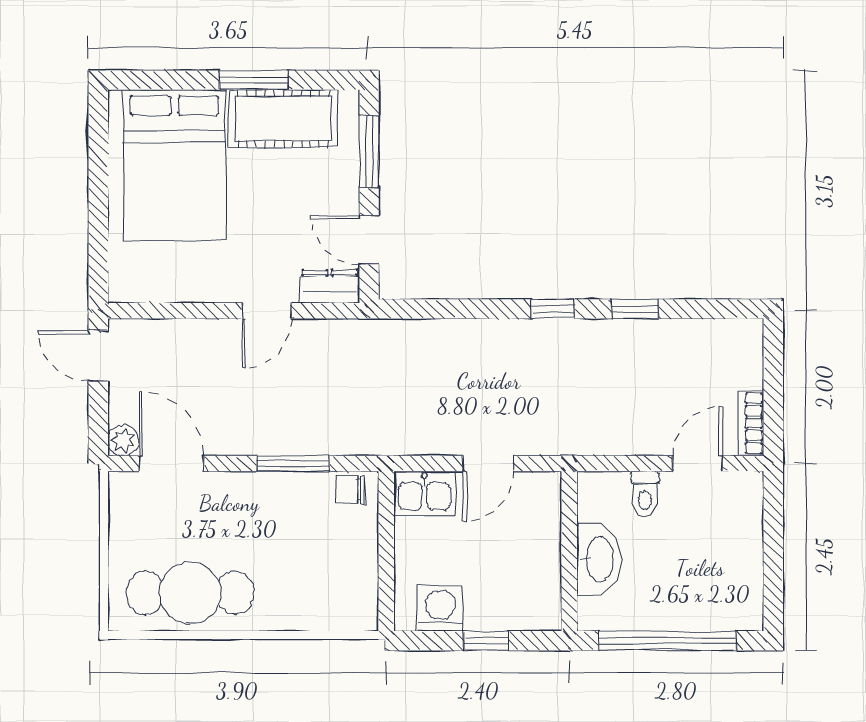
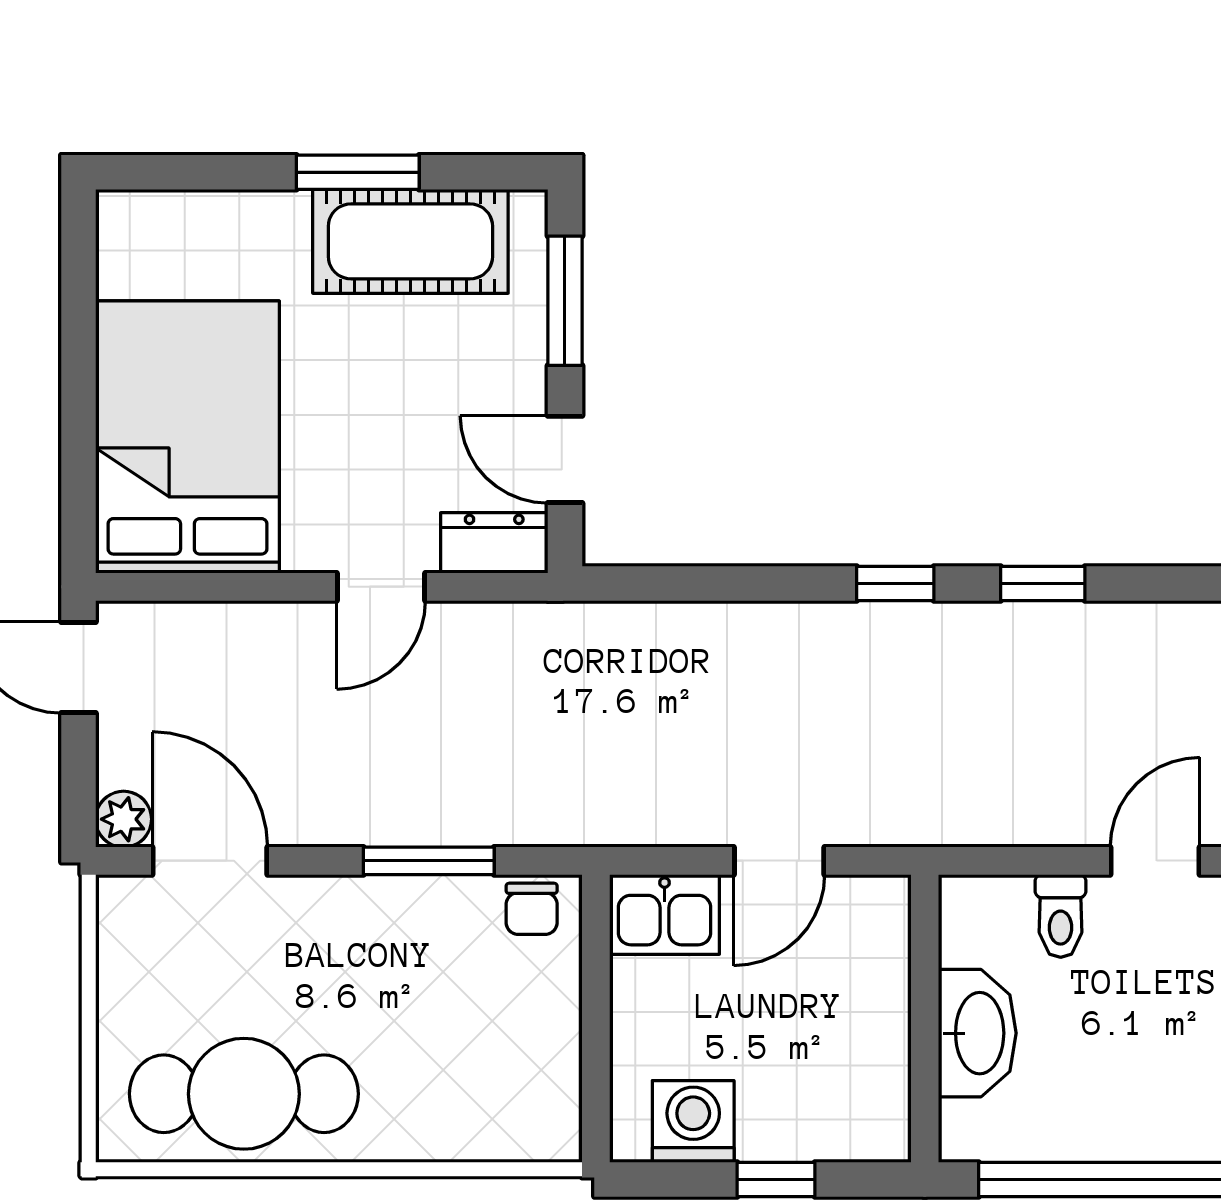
bed: (174, 165) -> (187, 437), moved, turned 180
chair: (350, 490) -> (532, 909), turned -90

